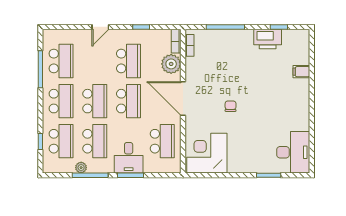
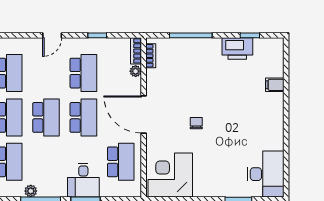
plant: (171, 64) -> (136, 71), width x0.53, depth x0.53
school desk: (95, 141) -> (46, 162), removed

